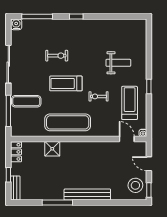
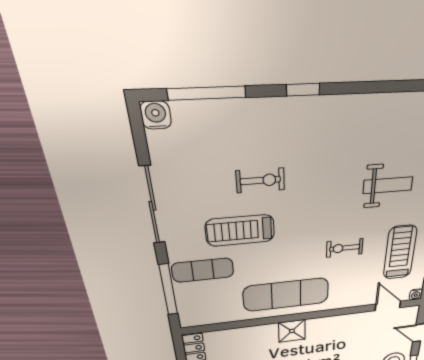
treadmill: (66, 83) -> (240, 230), moved
shower: (52, 149) -> (292, 331), moved

